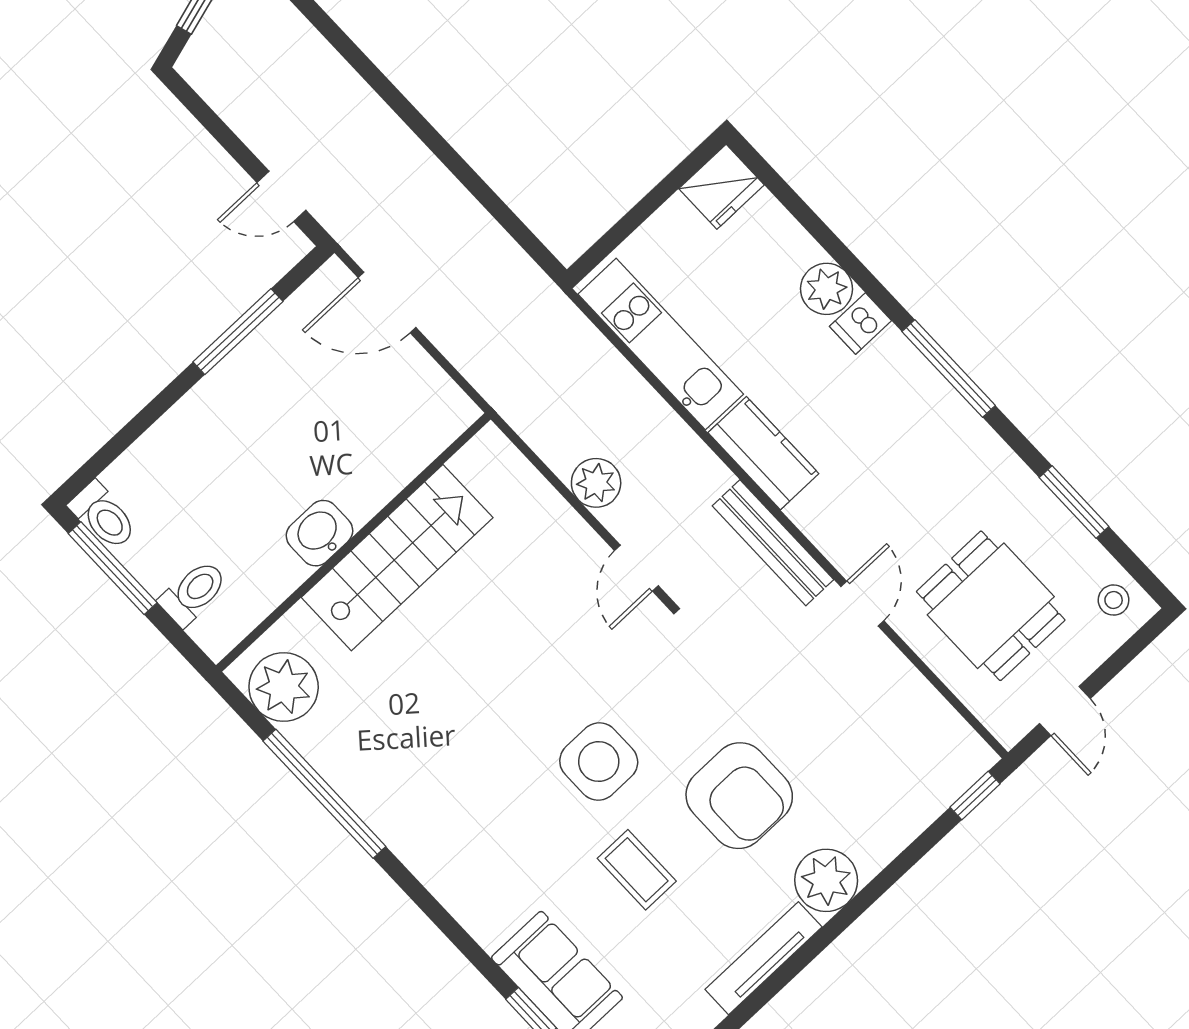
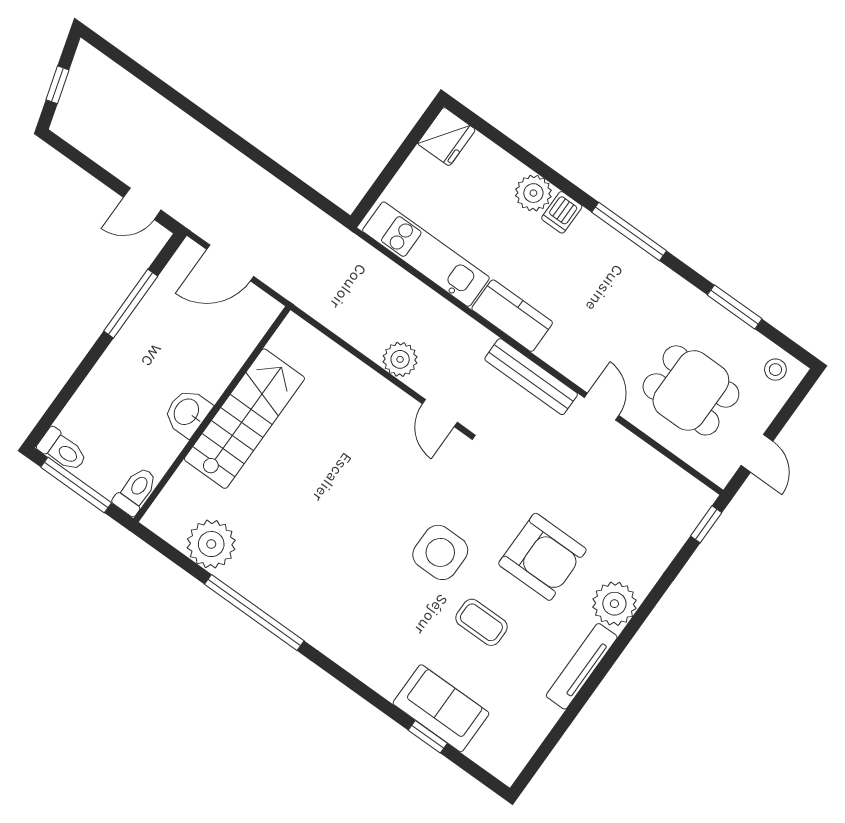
washbasin: (320, 533) -> (187, 412), moved
wall: (353, 542) -> (212, 414), moved
stairs: (397, 558) -> (244, 419), moved

